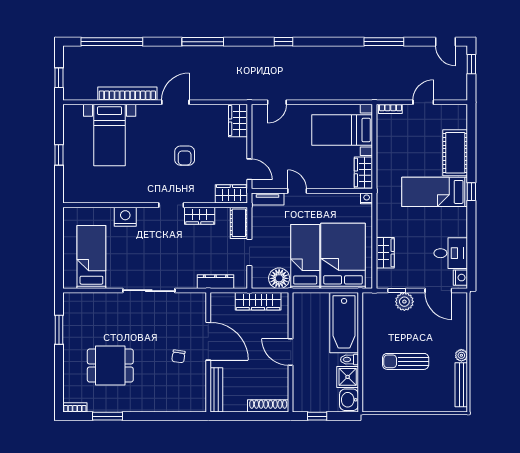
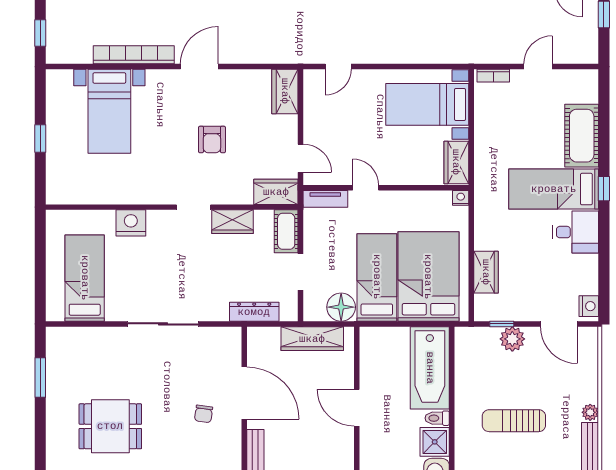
desk: (451, 253) -> (576, 232), moved

